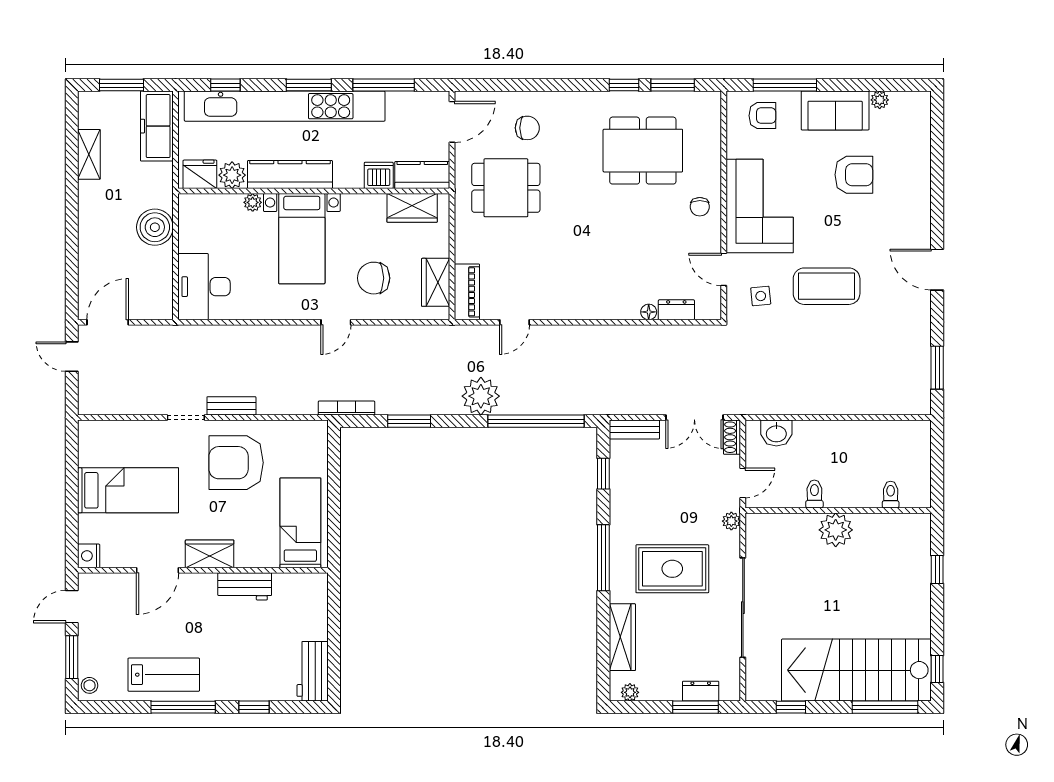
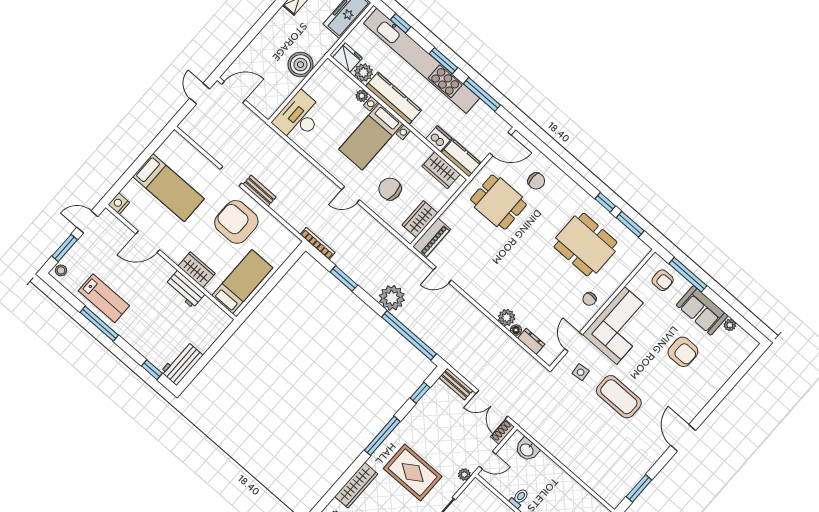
plant: (626, 307) -> (507, 318), added
wardrobe: (210, 554) -> (197, 270), moved
window: (254, 707) -> (152, 370), moved

